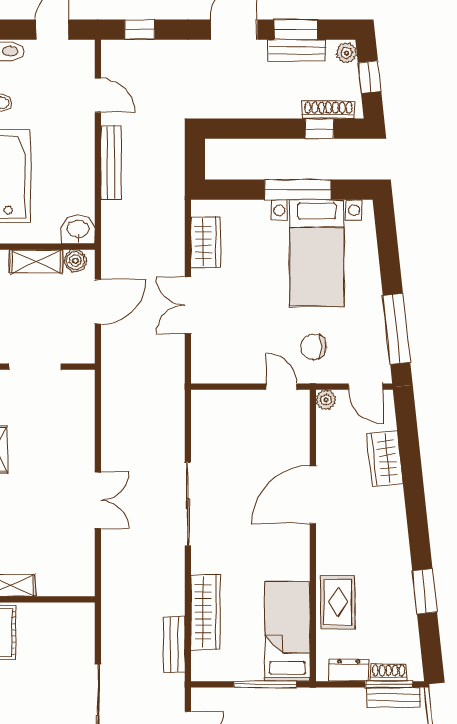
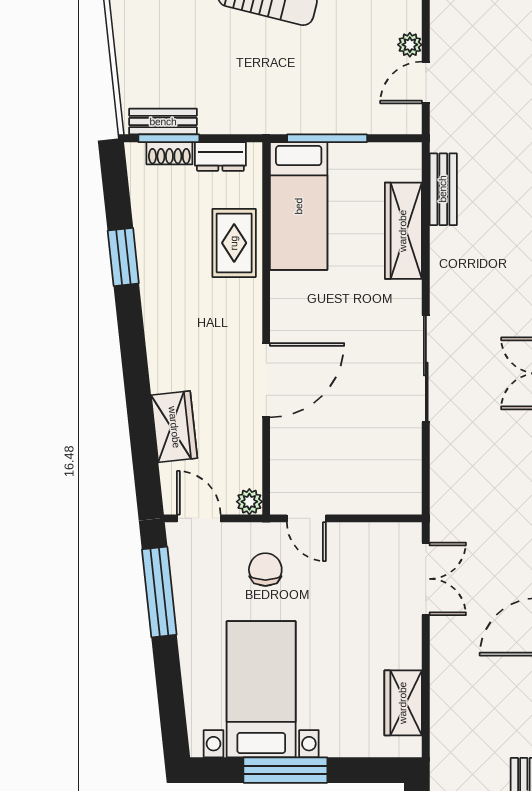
double door: (188, 305) -> (426, 579), moved
chair: (313, 347) -> (265, 570), turned -90

